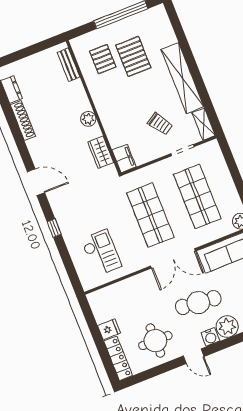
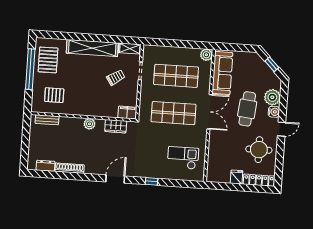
pallet: (133, 56) -> (48, 60), moved, turned 90

